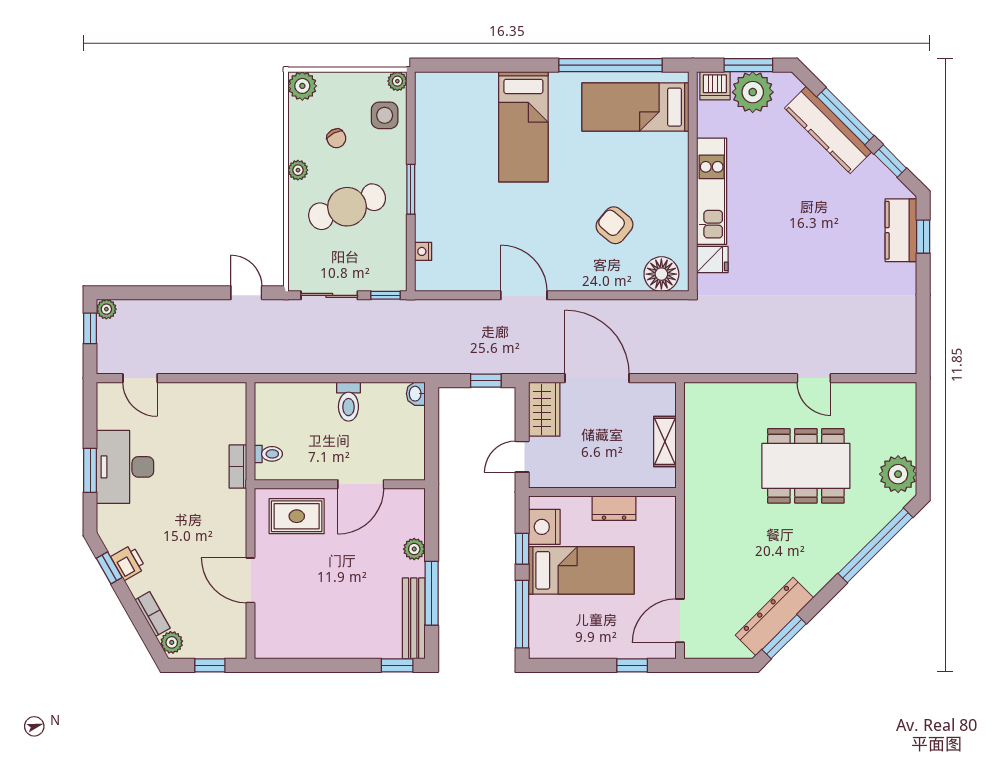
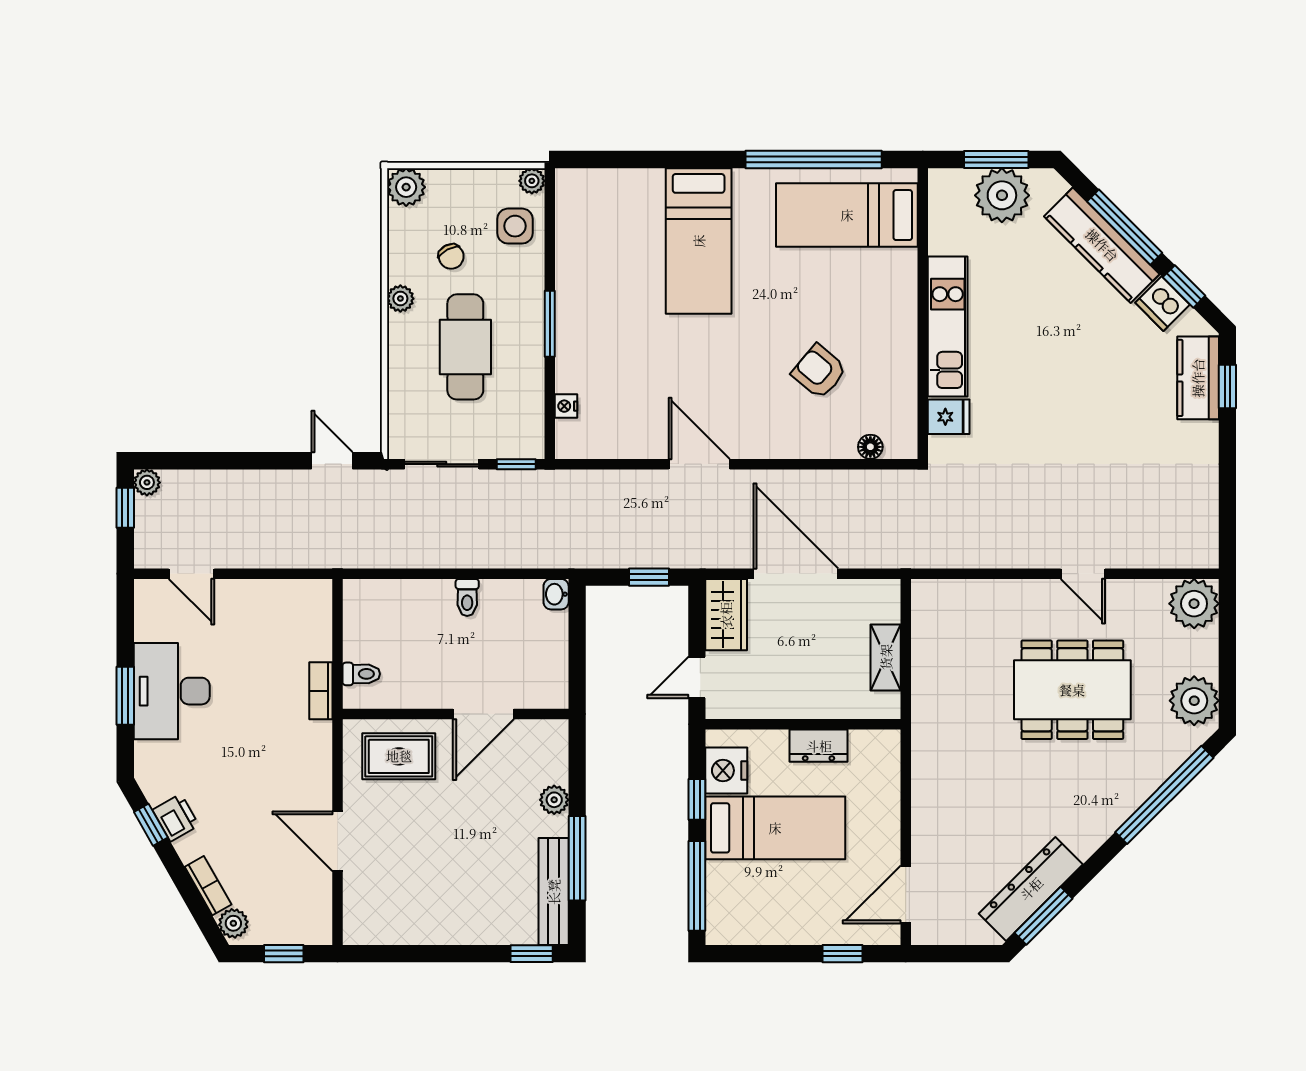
dishwasher: (715, 86) -> (1163, 304), moved, turned 45
cafe table: (347, 207) -> (465, 347), turned -70
floor lamp: (661, 274) -> (870, 447), width x0.53, depth x0.53
plant: (898, 401) -> (1194, 604), added
toilet: (348, 402) -> (467, 597), width x0.73, depth x0.72

